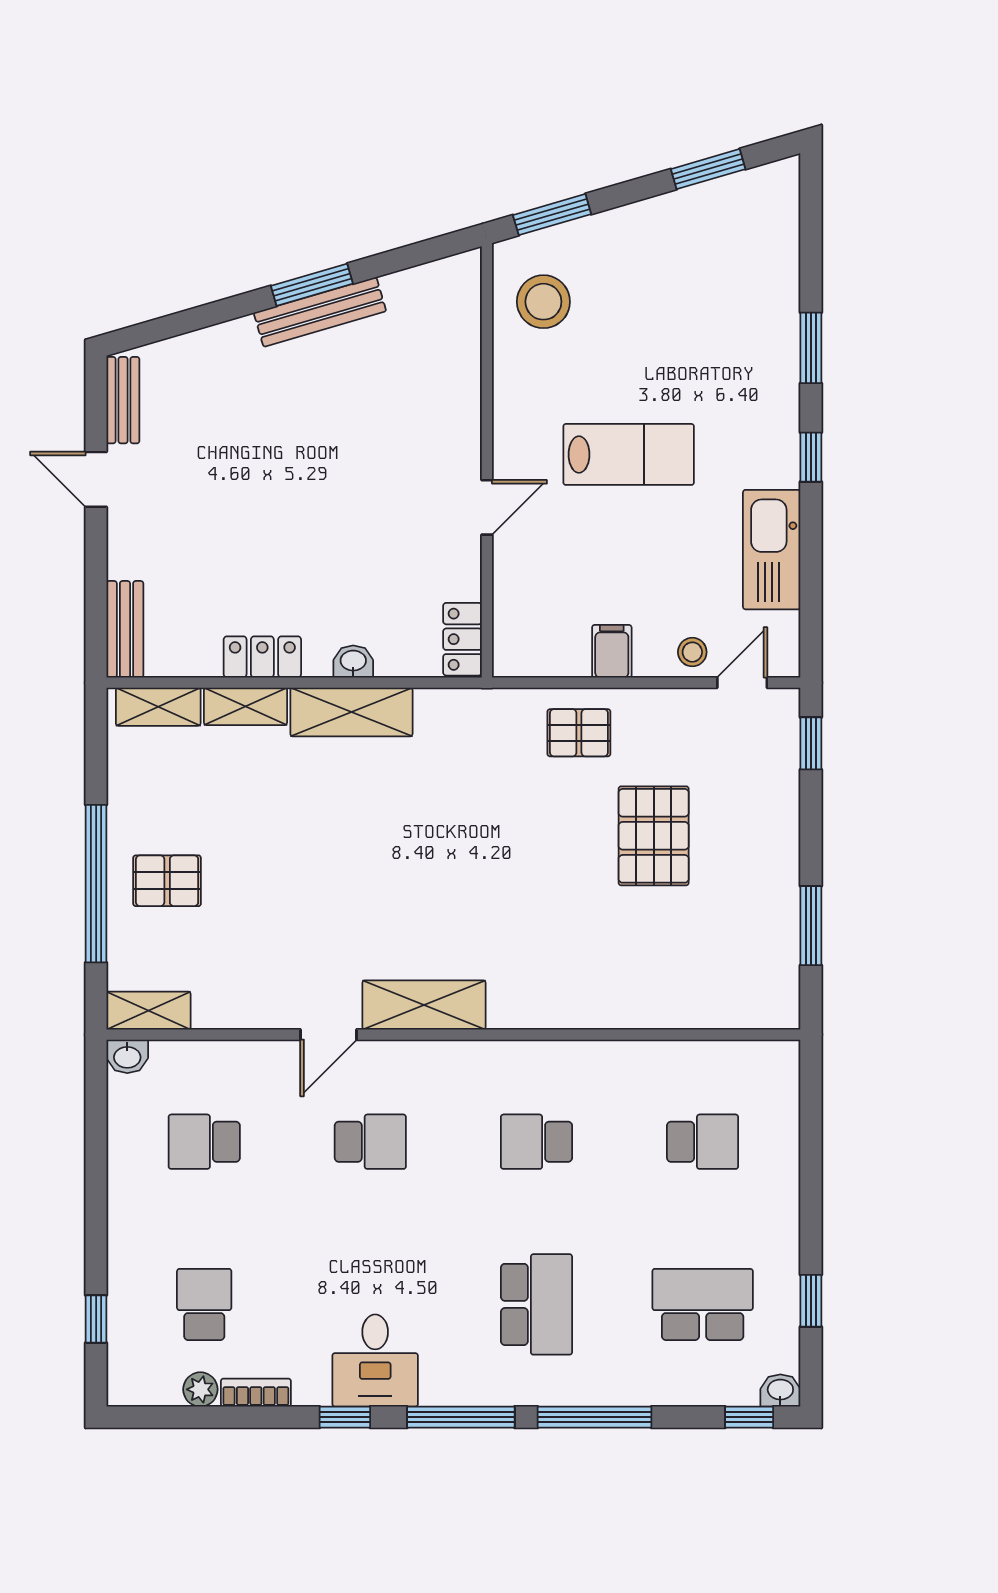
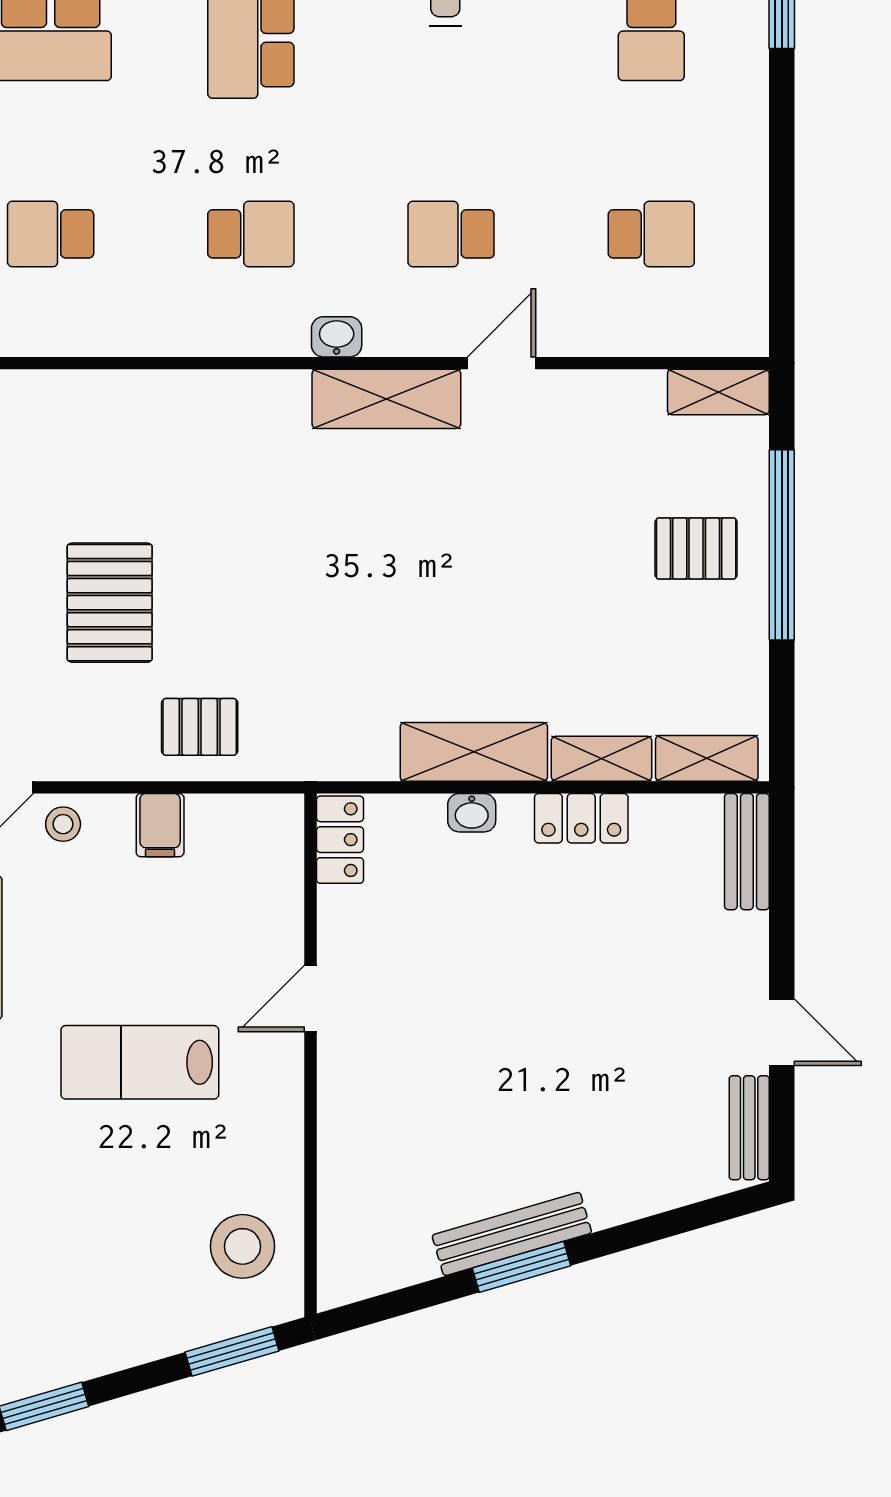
washbasin: (127, 1056) -> (337, 337), moved

